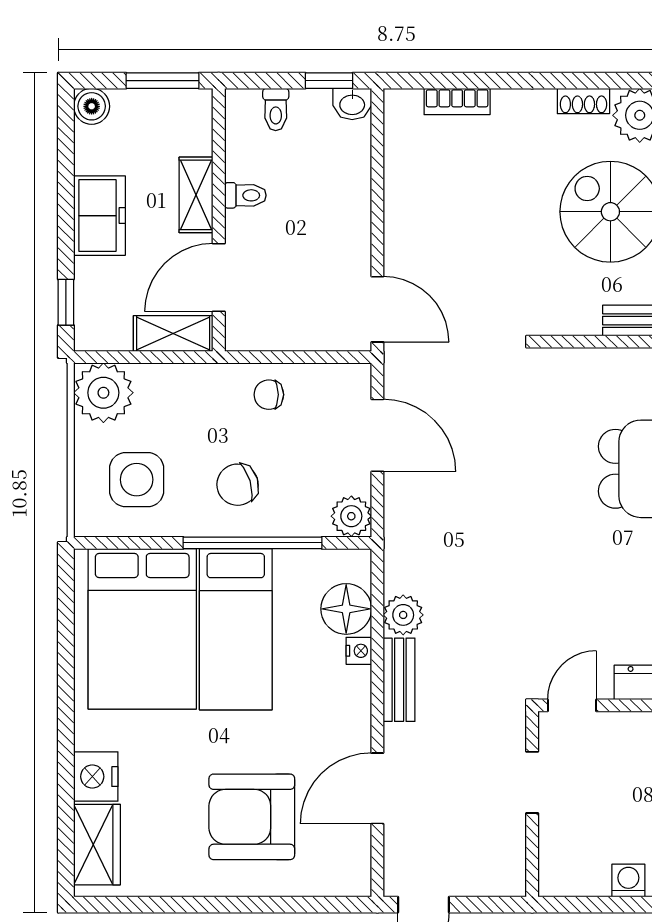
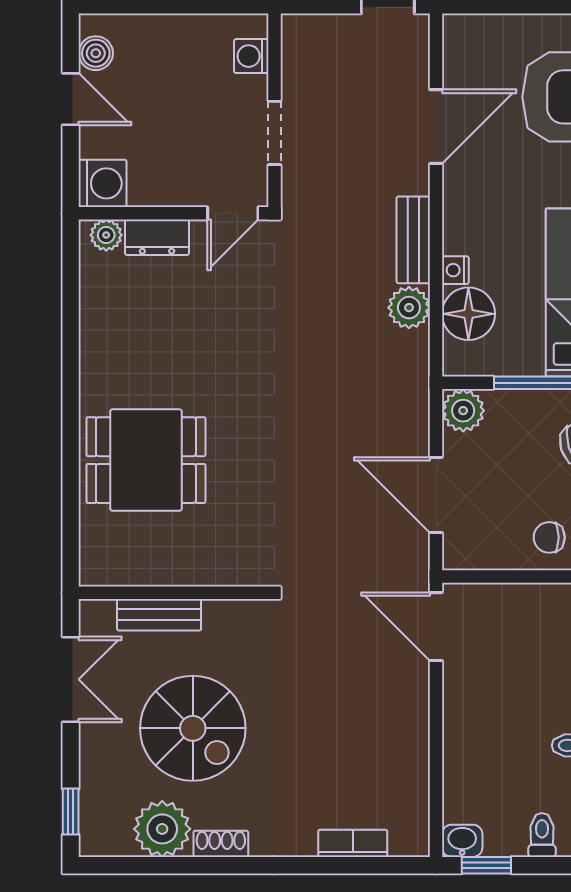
chair: (269, 395) -> (549, 537), turned 180
washing machine: (628, 880) -> (251, 56), moved, turned 90

